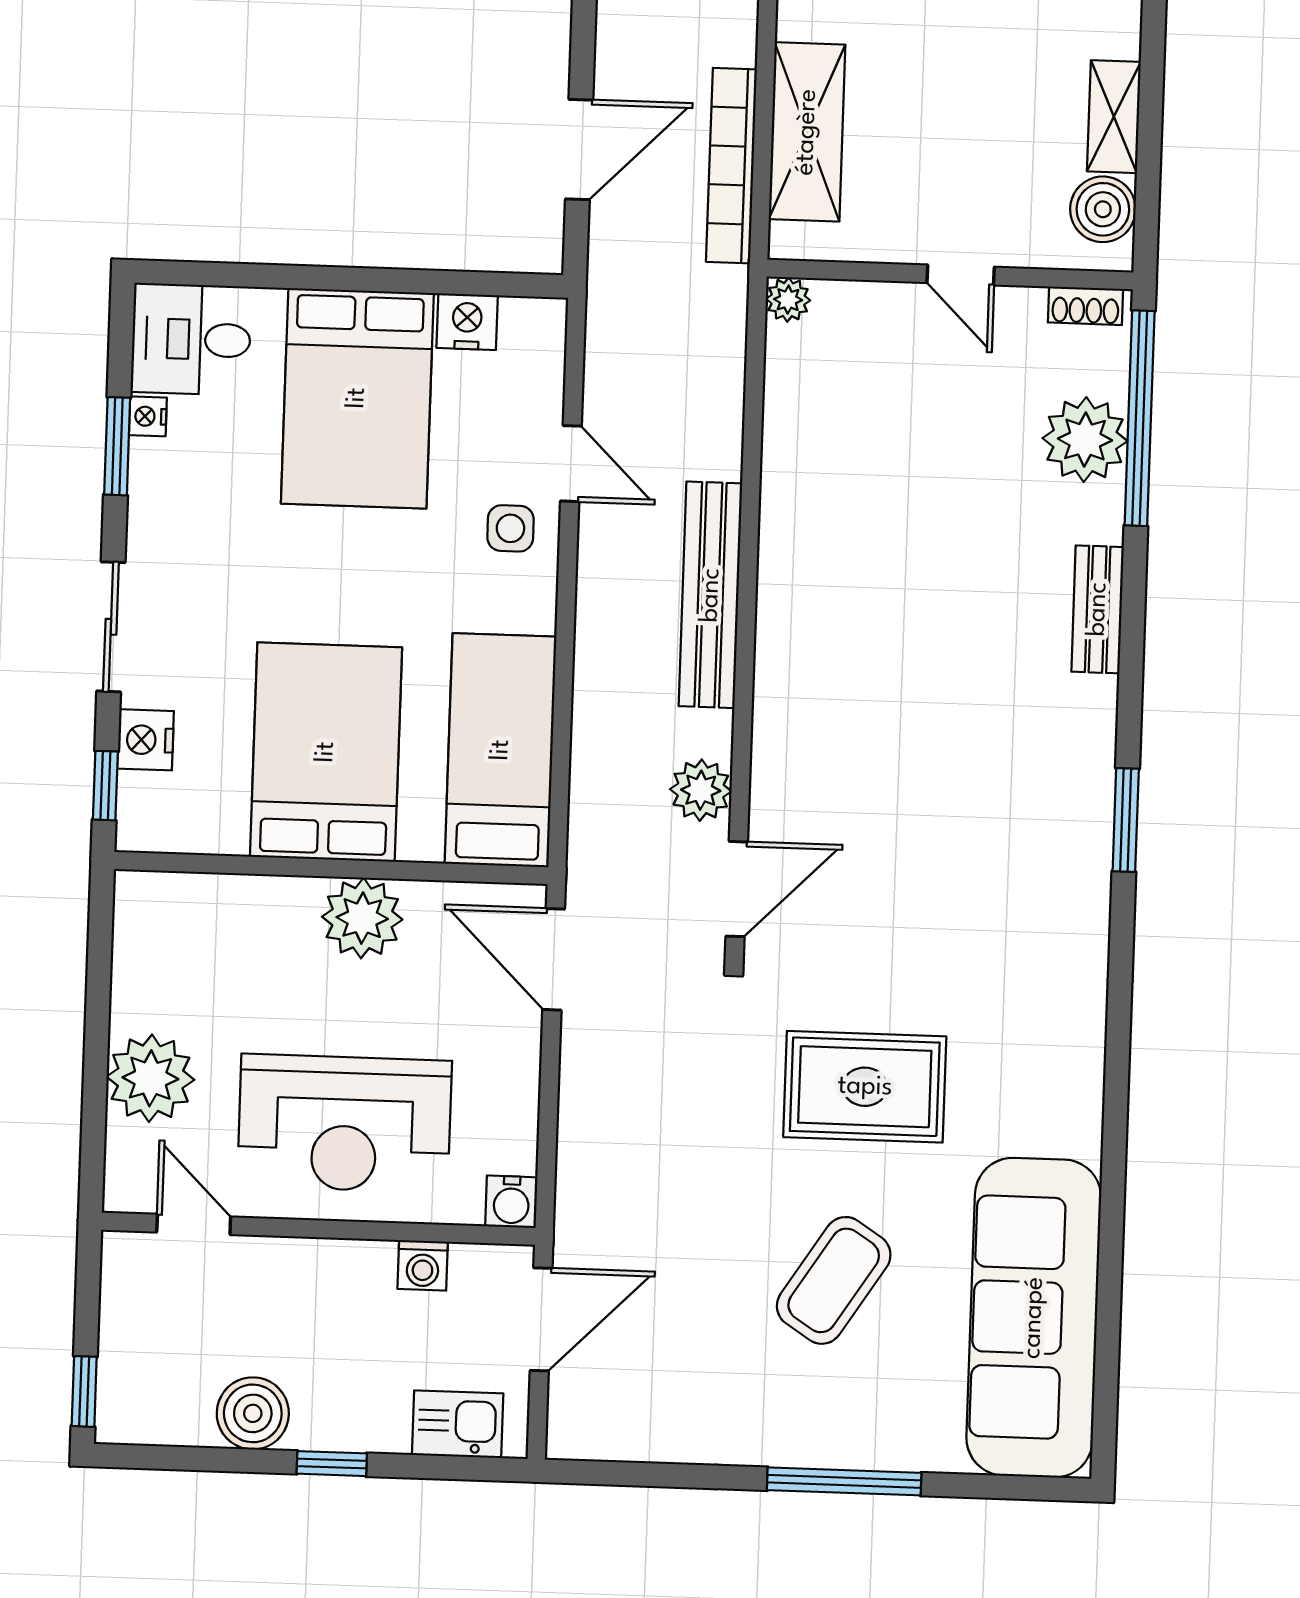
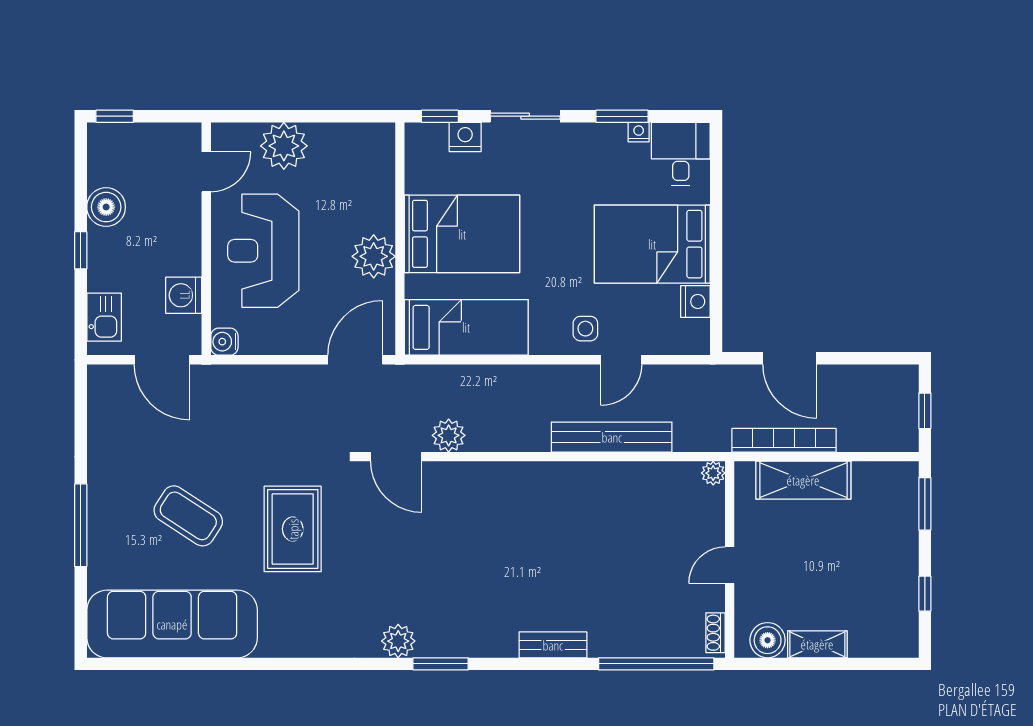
plant: (1085, 440) -> (398, 641), moved, width x0.73, depth x0.73
bench: (711, 595) -> (612, 437), moved
washing machine: (423, 1265) -> (184, 295), width x1.38, depth x1.38

